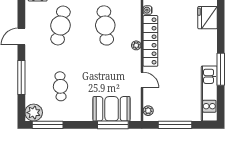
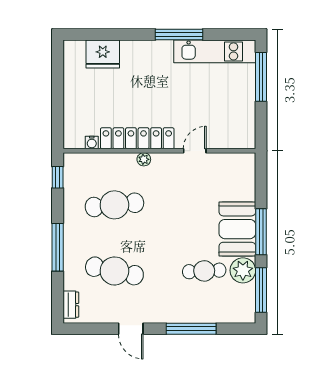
booth: (112, 109) -> (237, 229), moved
plant: (148, 111) -> (240, 142), removed
plant: (34, 113) -> (243, 270), moved
window: (113, 125) -> (261, 232), moved
window: (175, 125) -> (261, 77), moved

